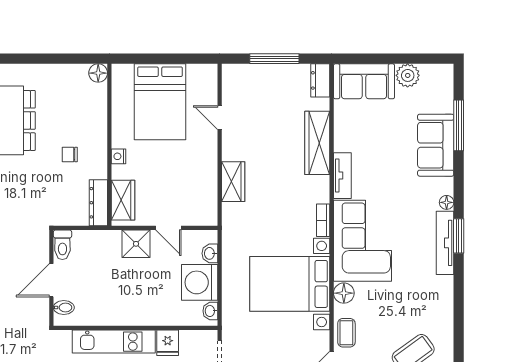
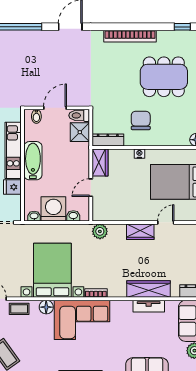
chair: (70, 154) -> (141, 120), width x1.87, depth x1.87
tv unit: (342, 176) -> (149, 306), moved
wardrobe: (233, 182) -> (140, 232), moved
wardrobe: (123, 200) -> (100, 162), moved, turned -90
plant: (233, 214) -> (100, 231), added
shower: (136, 244) -> (80, 132), moved
door: (51, 280) -> (55, 108), hinge flipped
bathtub: (129, 313) -> (33, 161), added

